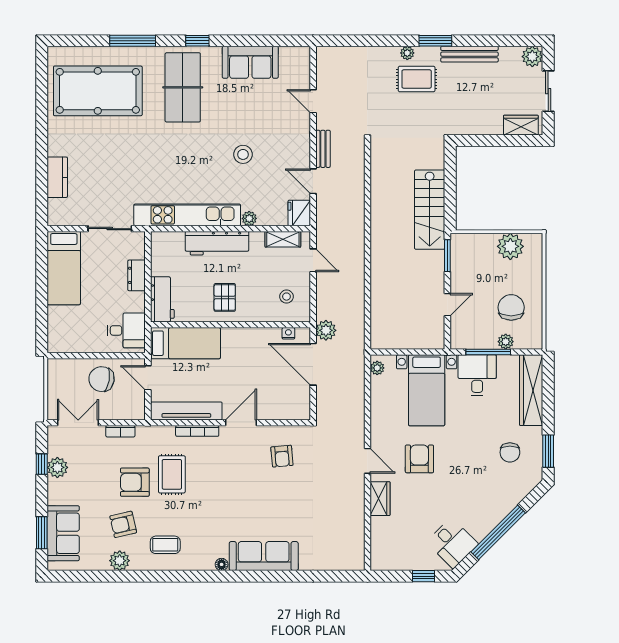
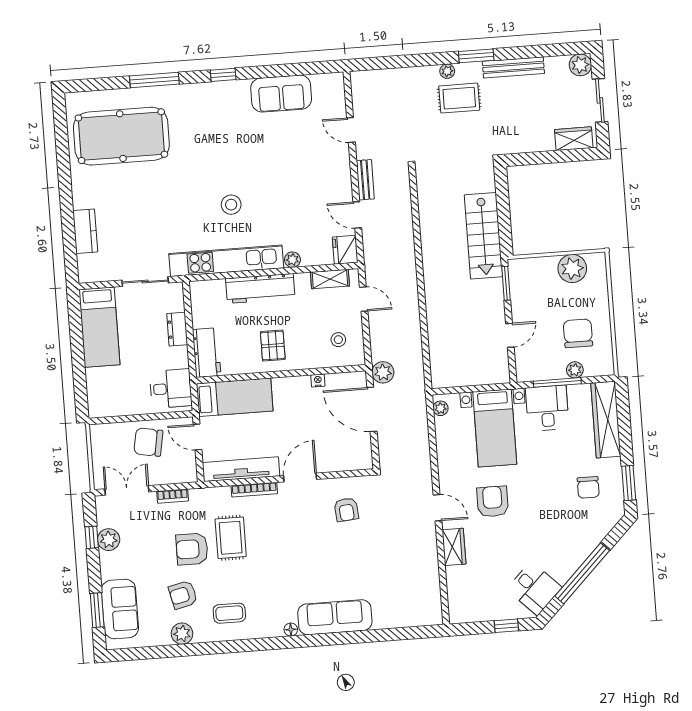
table tennis table: (183, 87) -> (211, 126), removed
stool: (243, 154) -> (231, 205), moved
nightstand: (288, 333) -> (318, 381), moved

